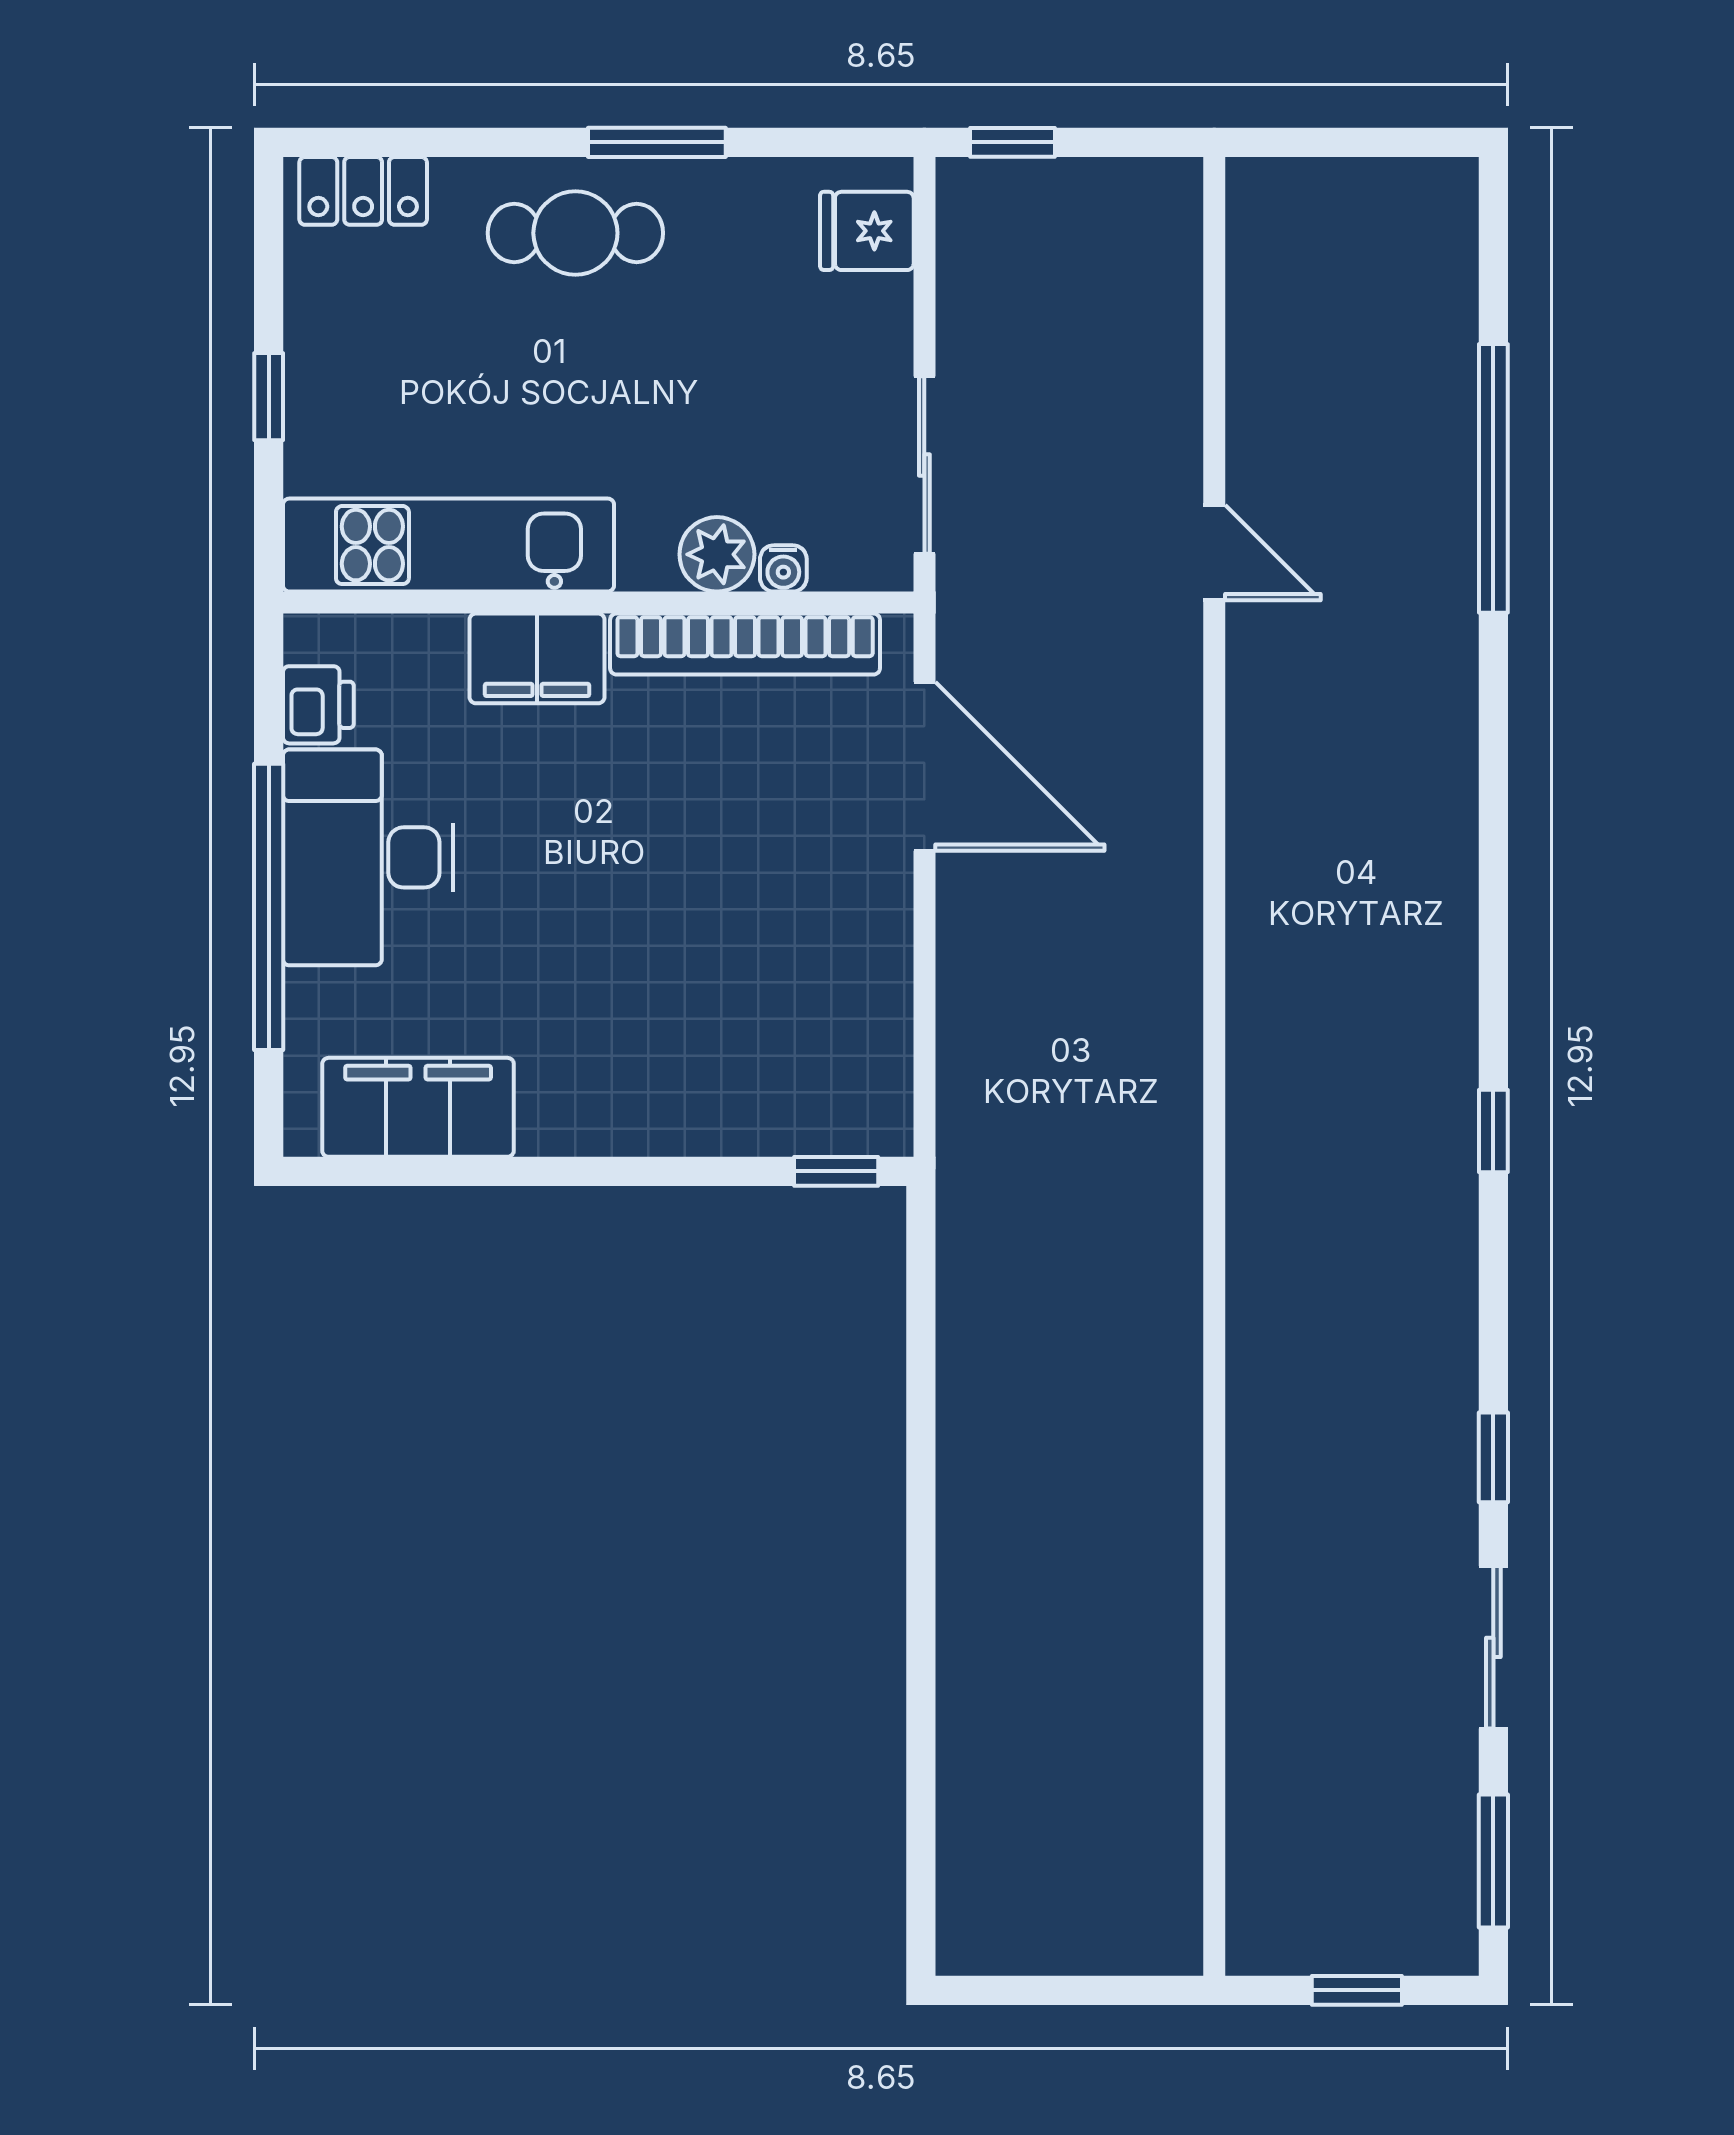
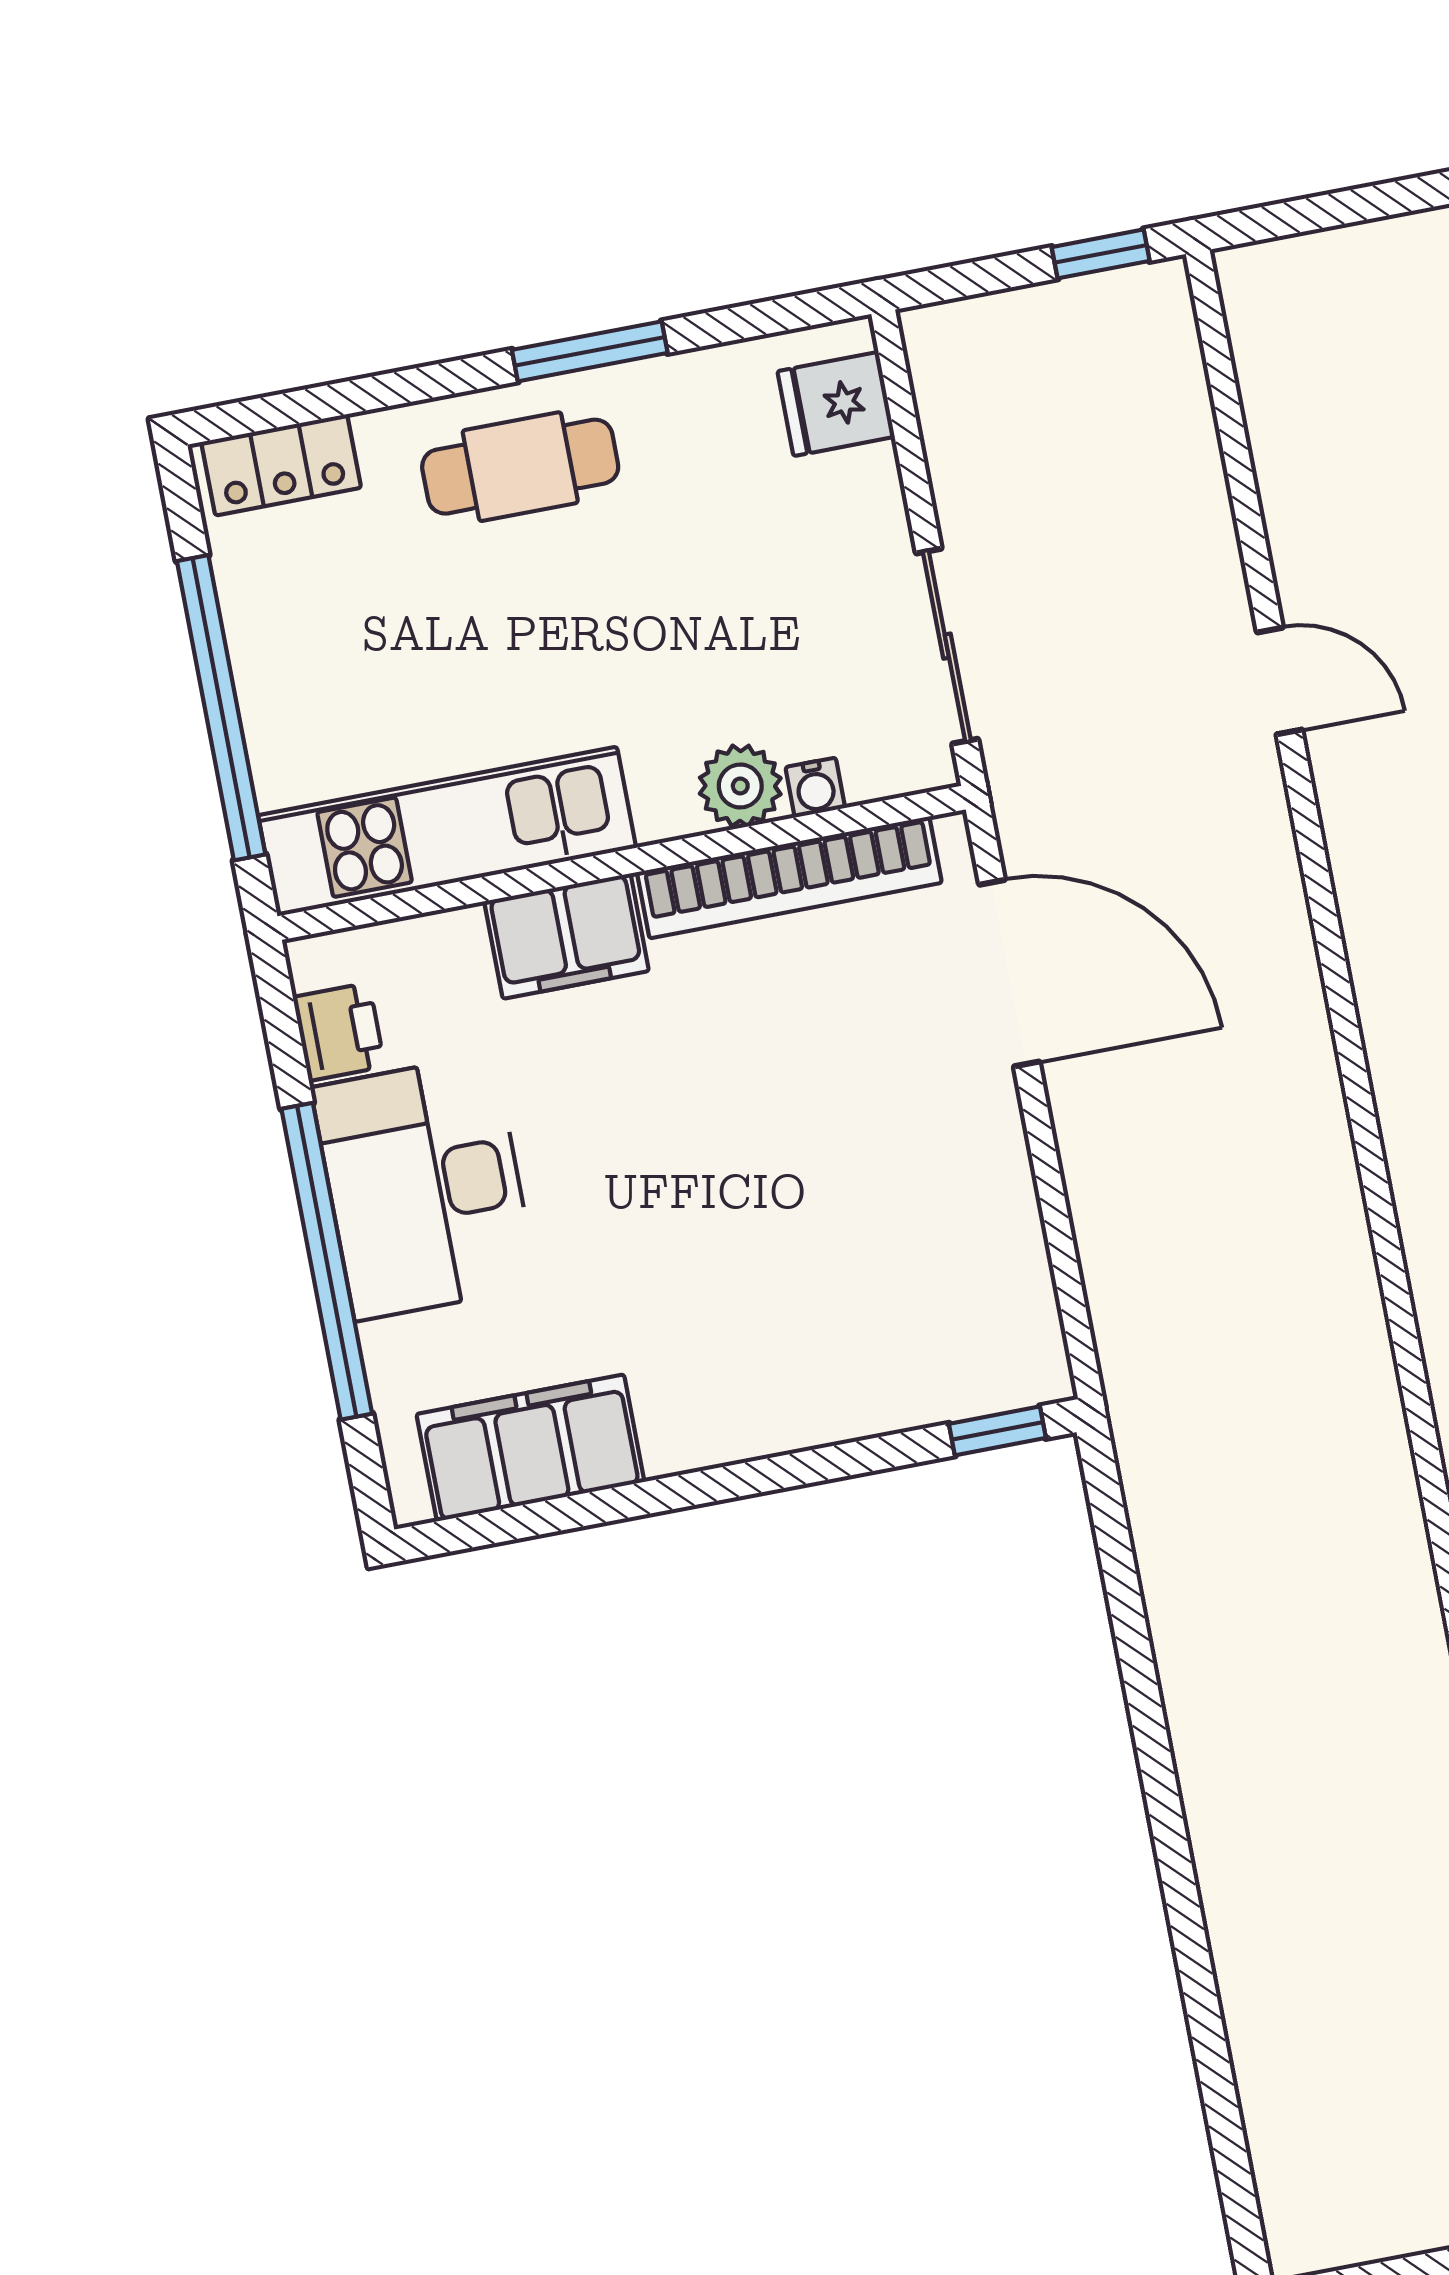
window: (1012, 142) -> (1101, 254), moved
window: (269, 397) -> (221, 708), width x3.17

